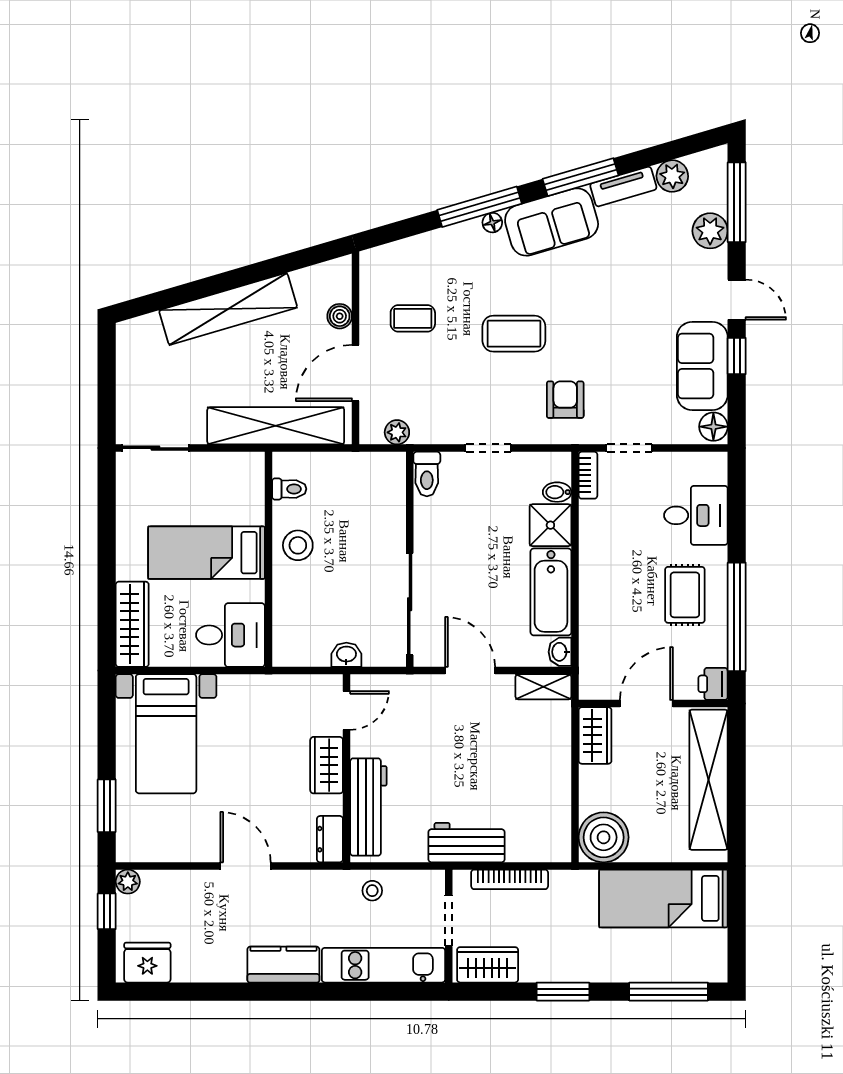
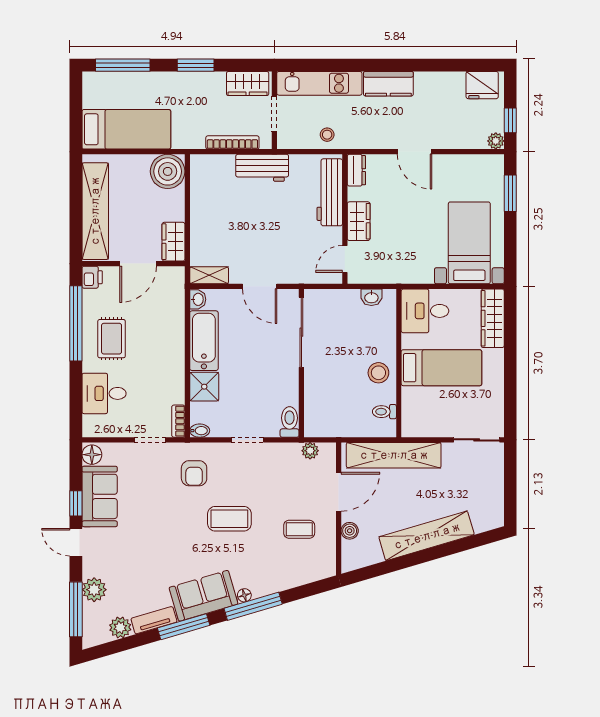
bidet: (557, 492) -> (200, 431), moved
washbasin: (346, 655) -> (371, 297), moved

